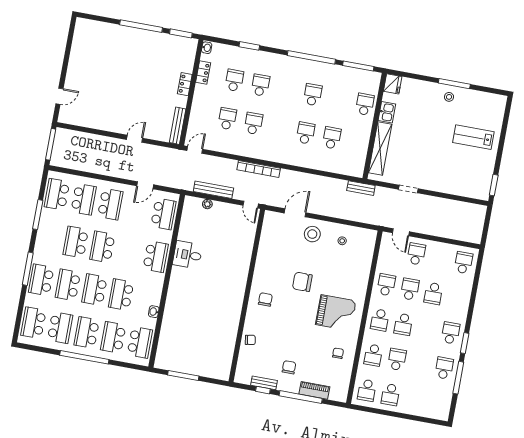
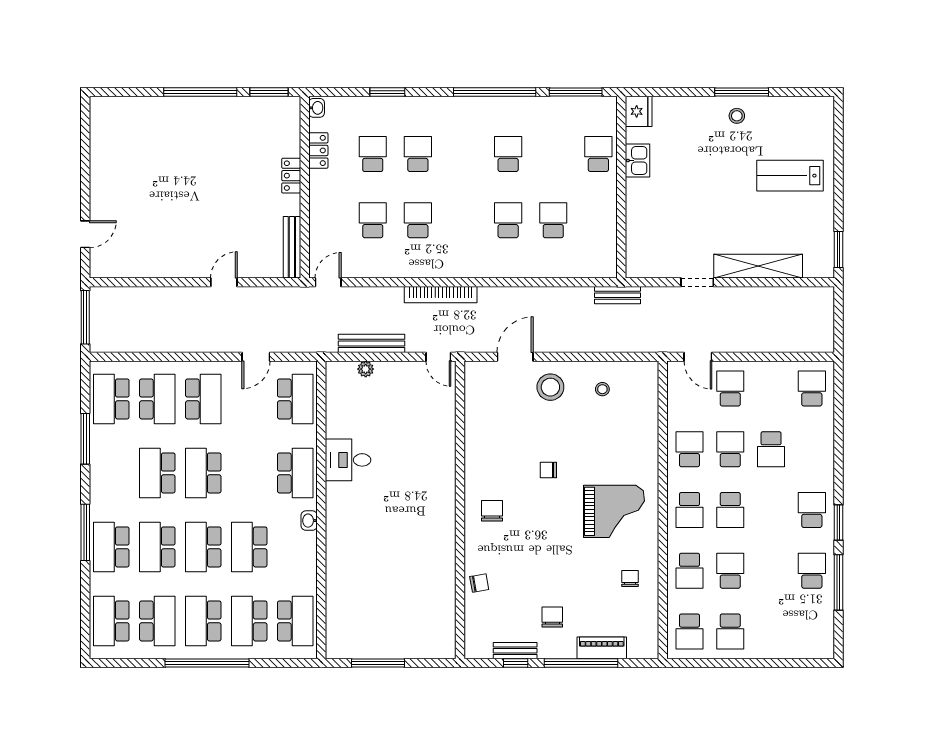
shelving: (380, 148) -> (758, 266), moved, turned 90
chair: (302, 282) -> (548, 470), width x0.54, depth x0.54
washbasin: (154, 312) -> (309, 521), moved

